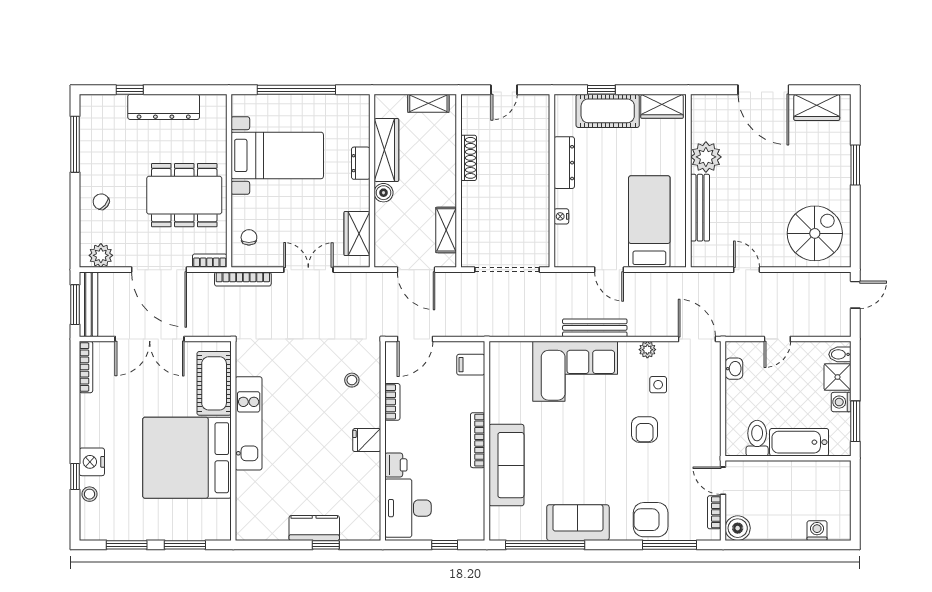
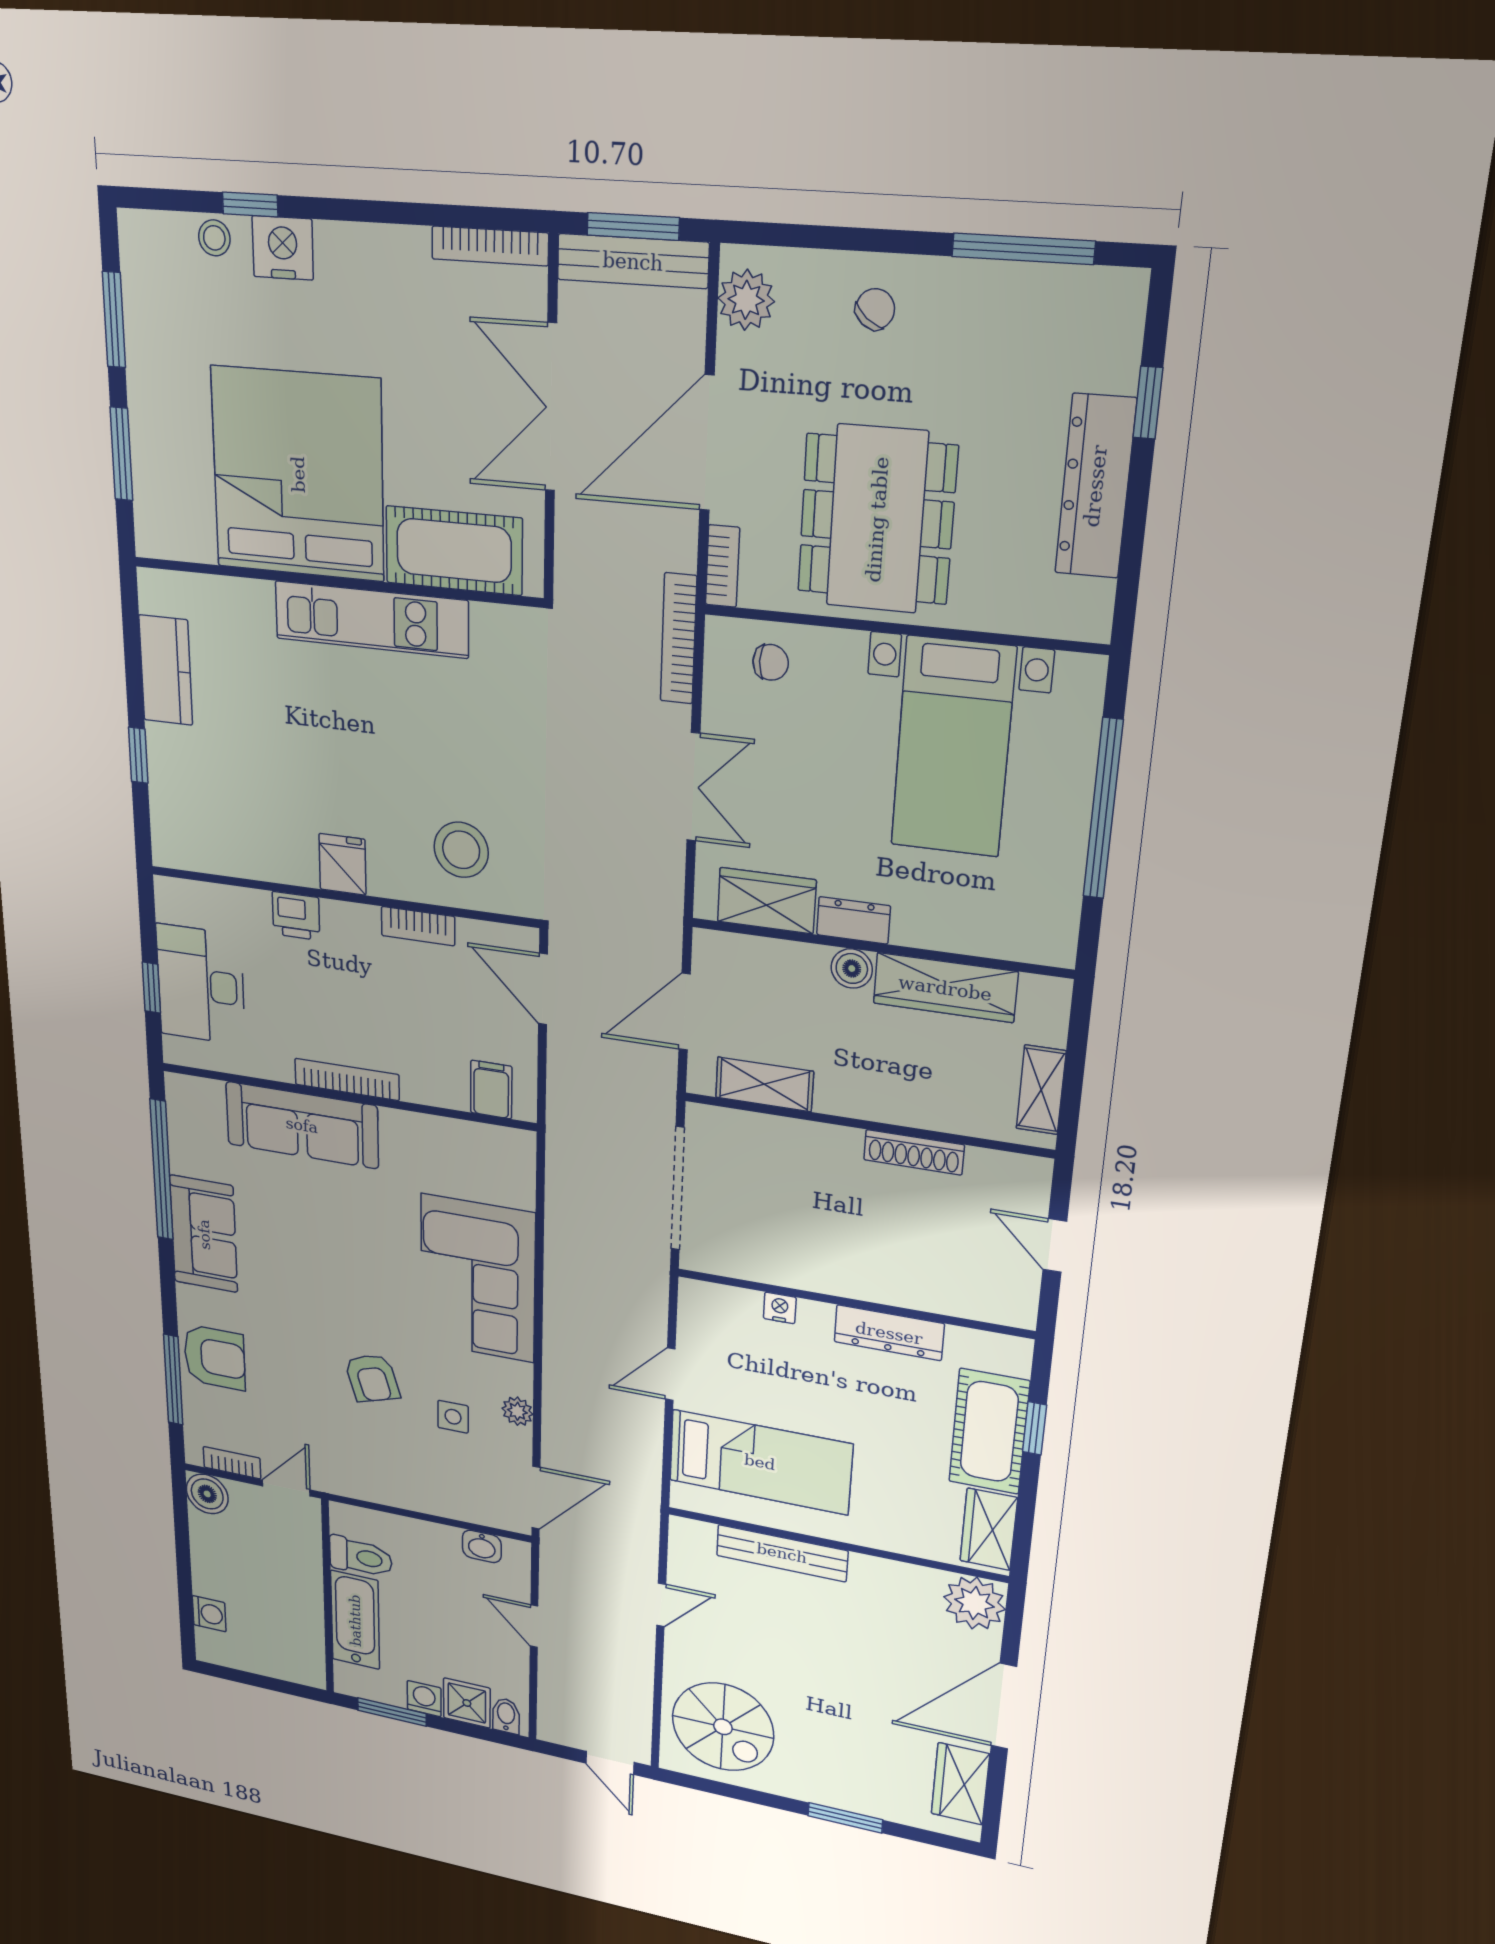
plant: (706, 157) -> (974, 1603), moved
dresser: (361, 163) -> (853, 920), moved
bench: (595, 328) -> (559, 1328), removed
stool: (352, 380) -> (461, 850), width x1.89, depth x1.89
armchair: (645, 430) -> (372, 1378), turned -107
desk: (408, 508) -> (201, 985), moved, turned -90
armchair: (651, 520) -> (215, 1357), turned 90
kitchen counter: (314, 528) -> (166, 670), moved

